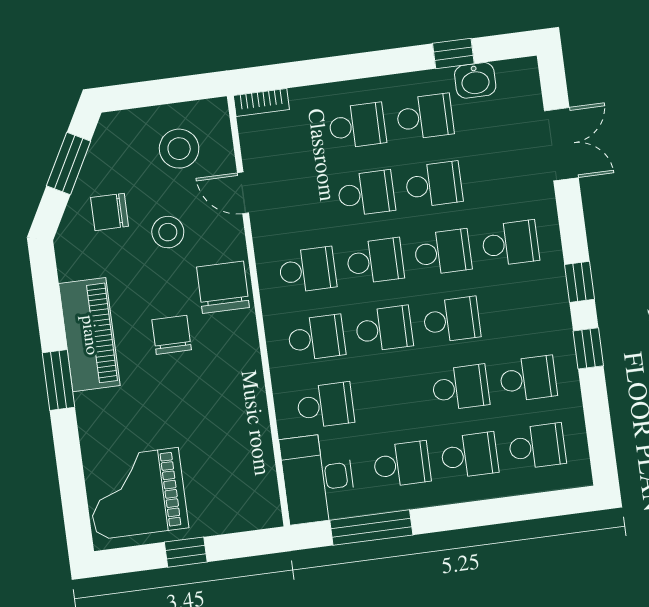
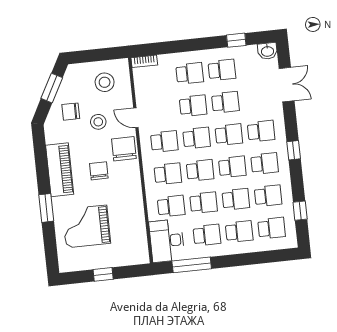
washbasin: (475, 80) -> (267, 51), moved
door: (243, 193) -> (136, 118), moved
school desk: (519, 311) -> (265, 163), added
window: (588, 348) -> (300, 211), moved
window: (58, 380) -> (46, 208), moved
school desk: (393, 396) -> (203, 203), added
grand piano: (137, 494) -> (86, 226), moved

